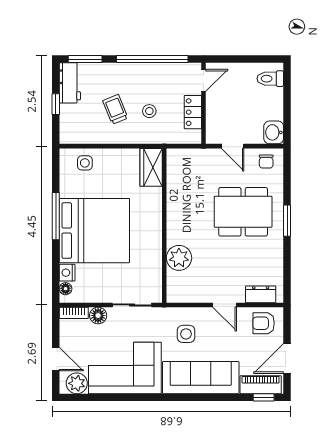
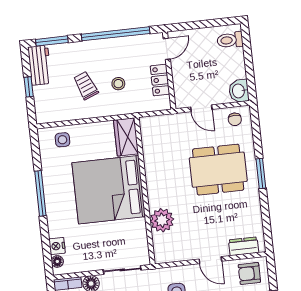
bed: (94, 231) -> (109, 190), moved, turned 180

